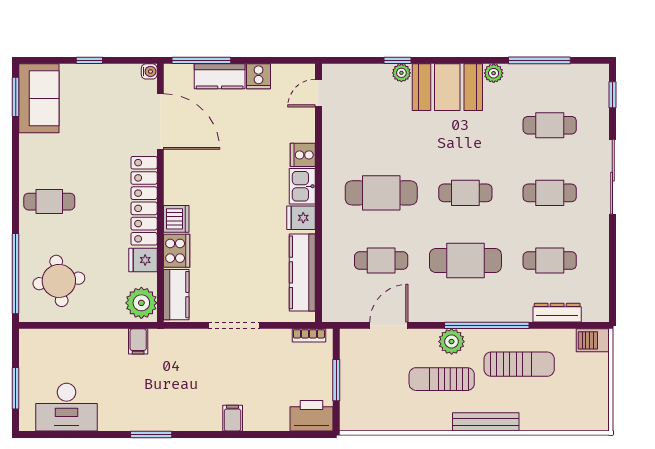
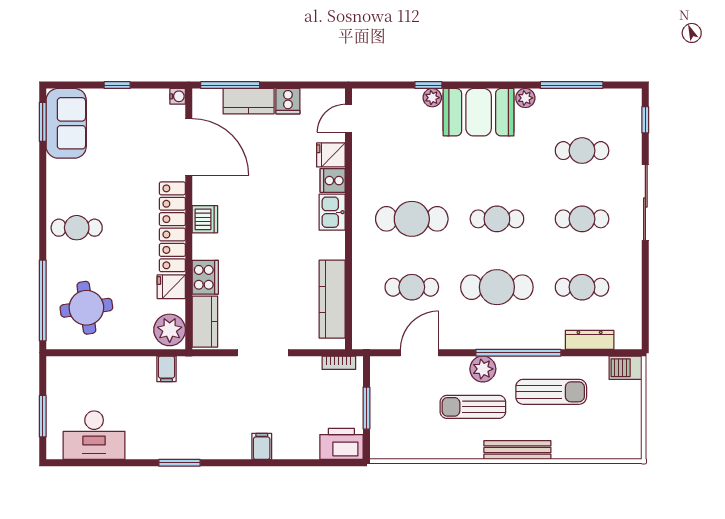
fridge: (301, 218) -> (331, 155), moved
dishwasher: (176, 219) -> (205, 219), moved

